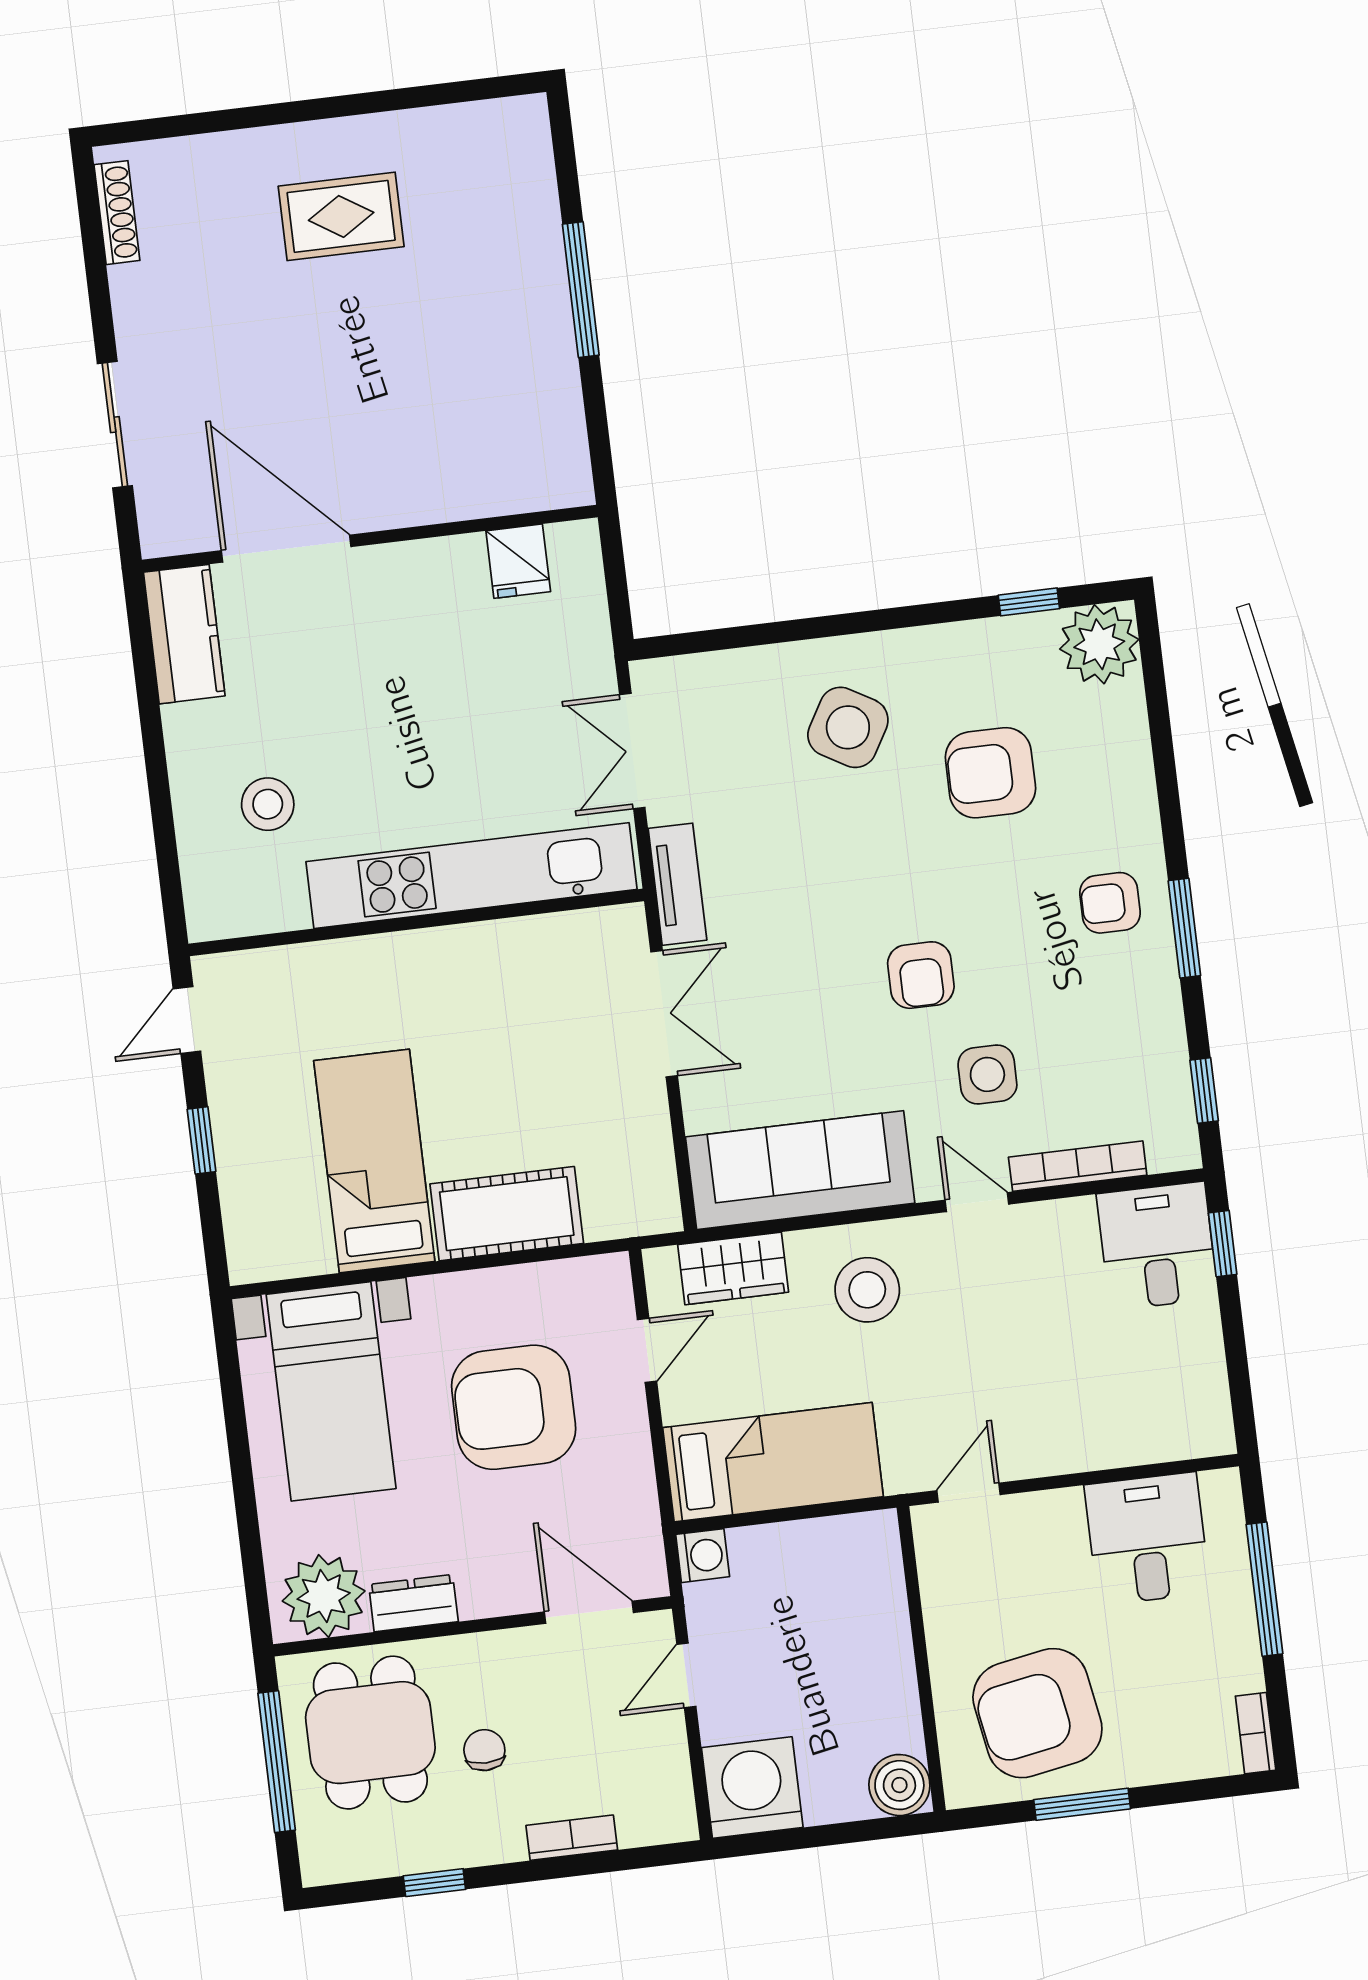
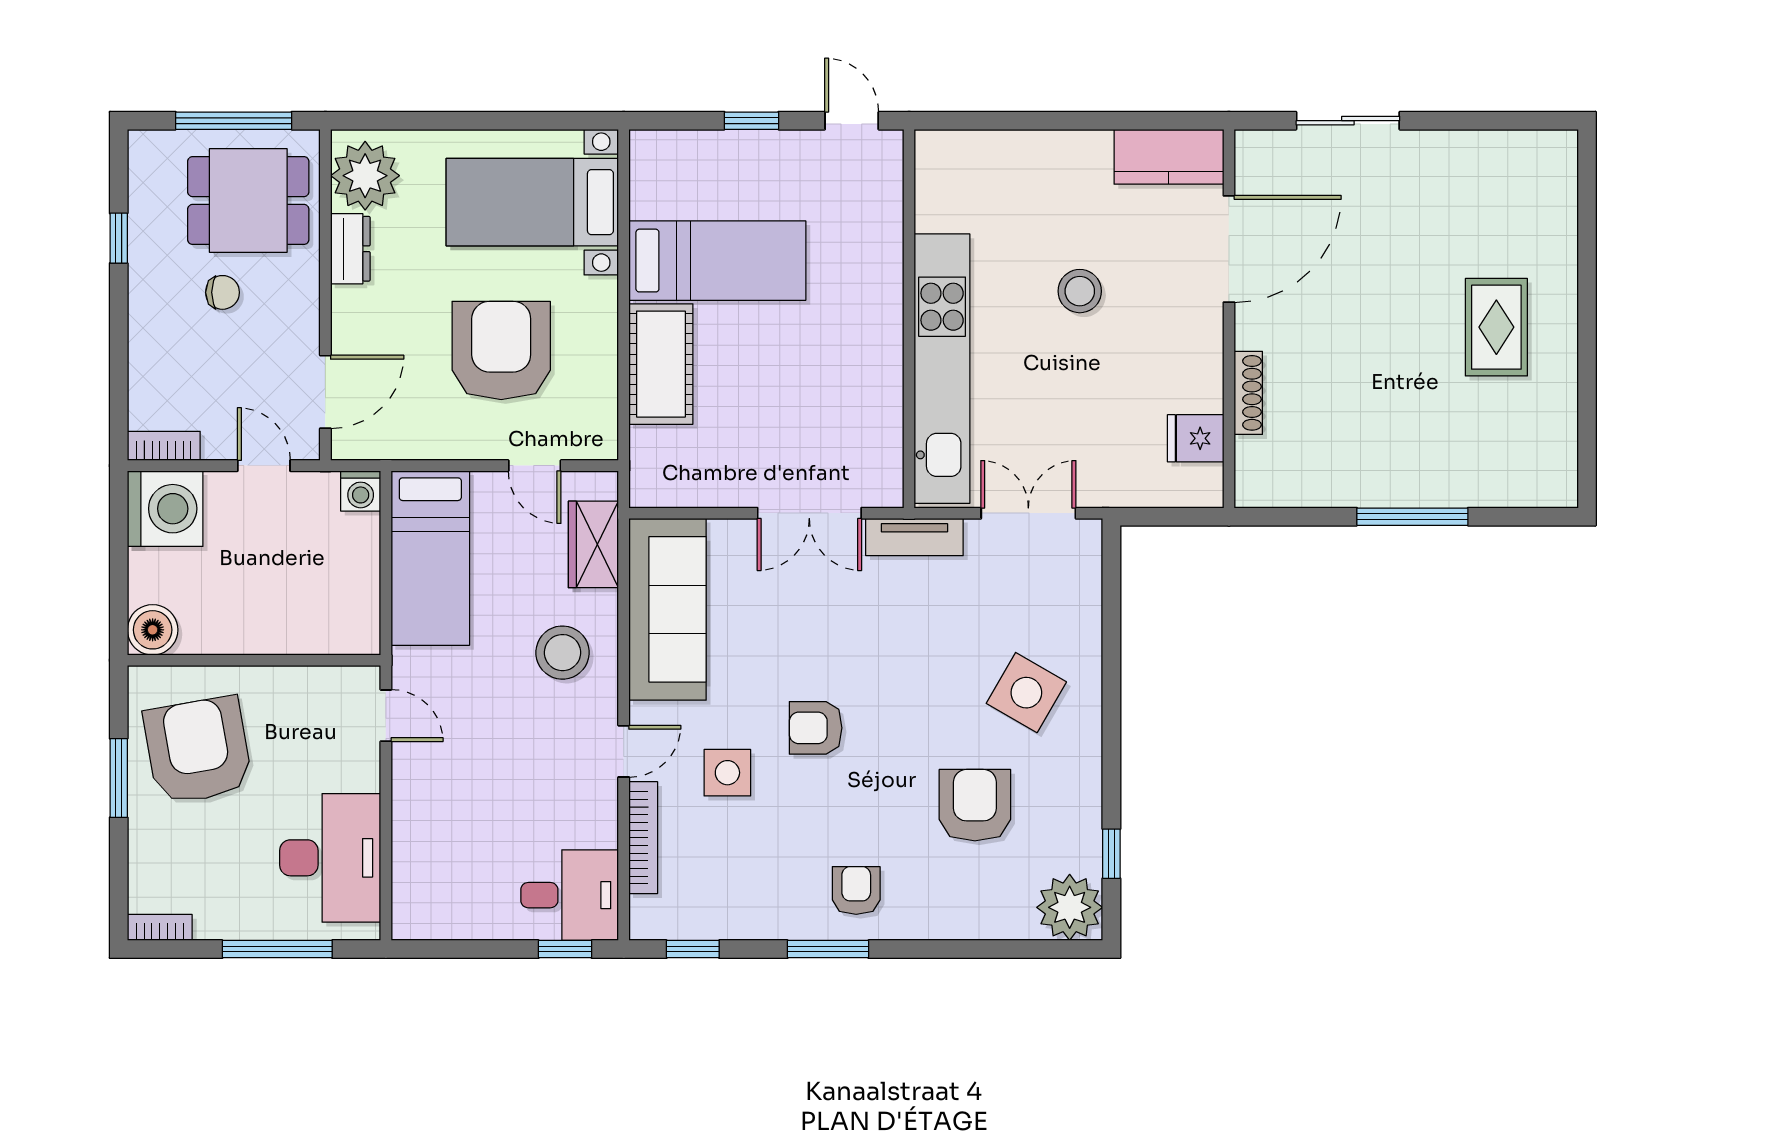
shoe rack: (117, 213) -> (1248, 393), moved, turned -90
stool: (268, 804) -> (1080, 291), moved
desk: (1147, 1539) -> (330, 858), width x1.37
bookcase: (572, 1838) -> (164, 446), moved, turned -90

